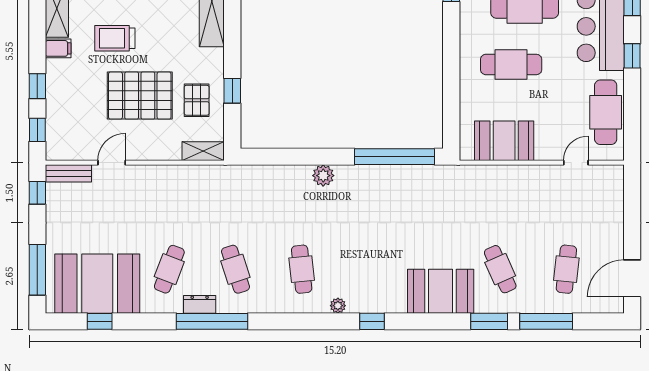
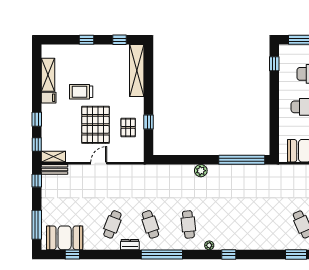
pallet: (140, 96) -> (95, 125), turned 90
shelving: (203, 151) -> (53, 157), moved
door: (112, 163) -> (99, 163), moved
booth: (97, 284) -> (65, 238), width x0.73, depth x0.70
booth: (441, 291) -> (268, 237), removed
window: (212, 321) -> (162, 254), moved

